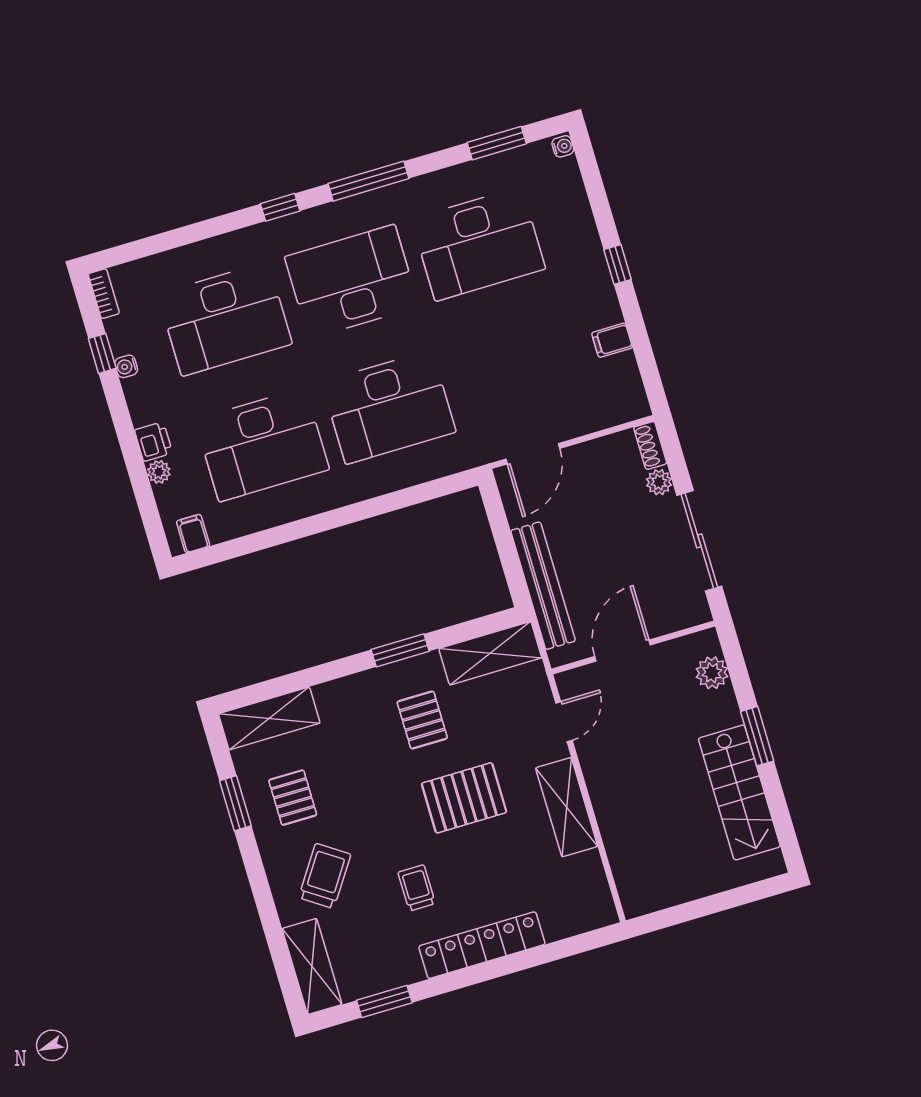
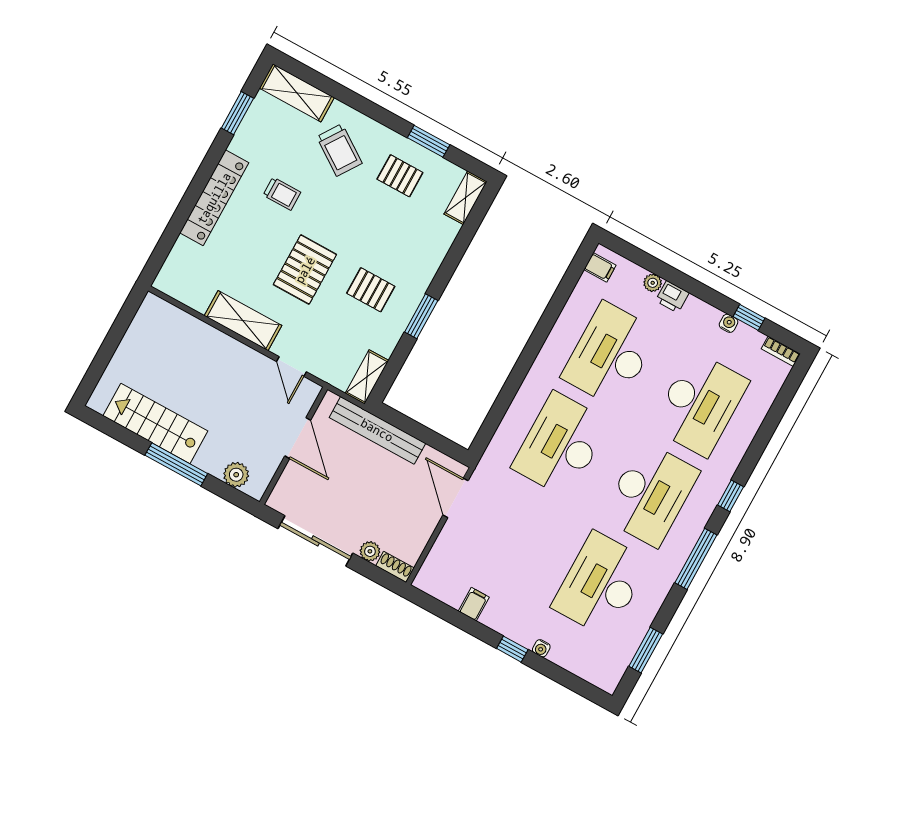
water cooler: (563, 146) -> (541, 648), moved
desk: (225, 319) -> (700, 404), turned 180
shelving: (490, 653) -> (367, 377), width x0.67, depth x0.75
shelving: (269, 718) -> (466, 198), width x0.67, depth x0.75
window: (757, 736) -> (176, 464), width x1.44

